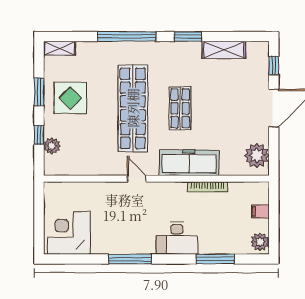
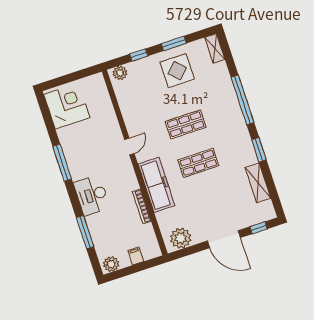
shop shelf: (133, 108) -> (186, 124), width x0.50, depth x0.74
plant: (52, 146) -> (120, 73), moved

